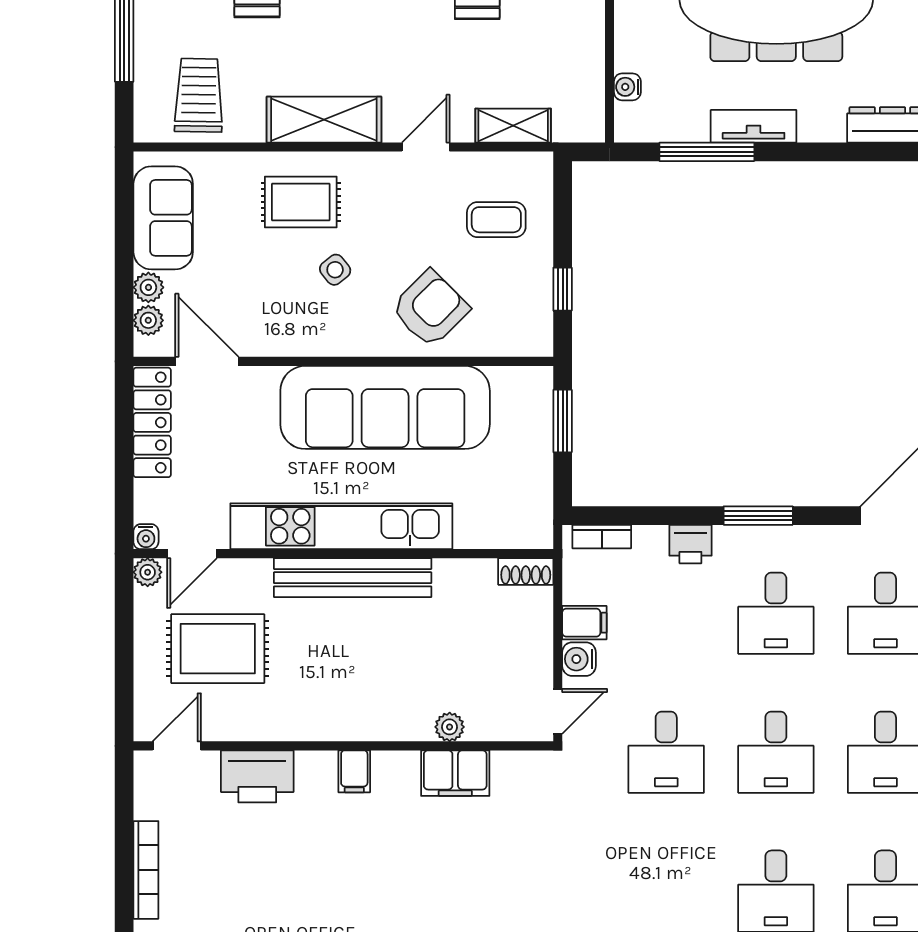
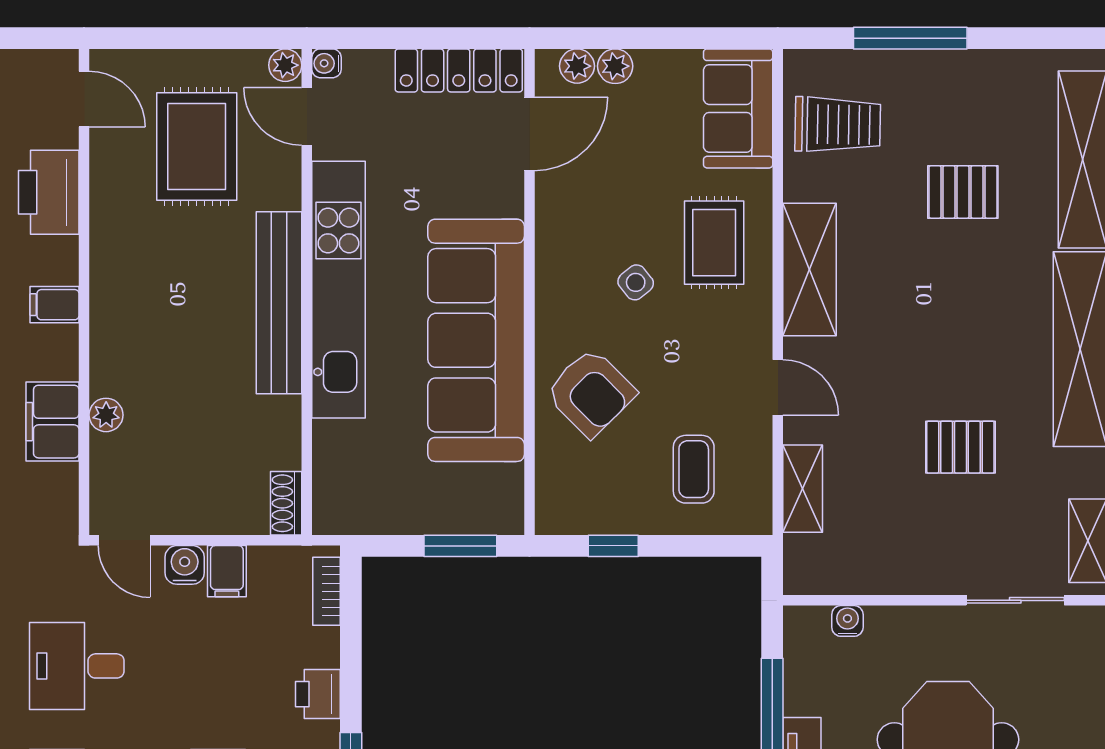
sofa: (163, 218) -> (738, 108), moved, turned 90

